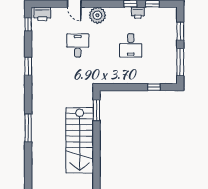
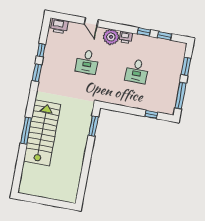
printer: (138, 13) -> (126, 37), moved
window: (28, 24) -> (41, 50), moved
desk: (78, 45) -> (87, 62), turned 180
stairs: (80, 140) -> (42, 133), moved, turned 180

